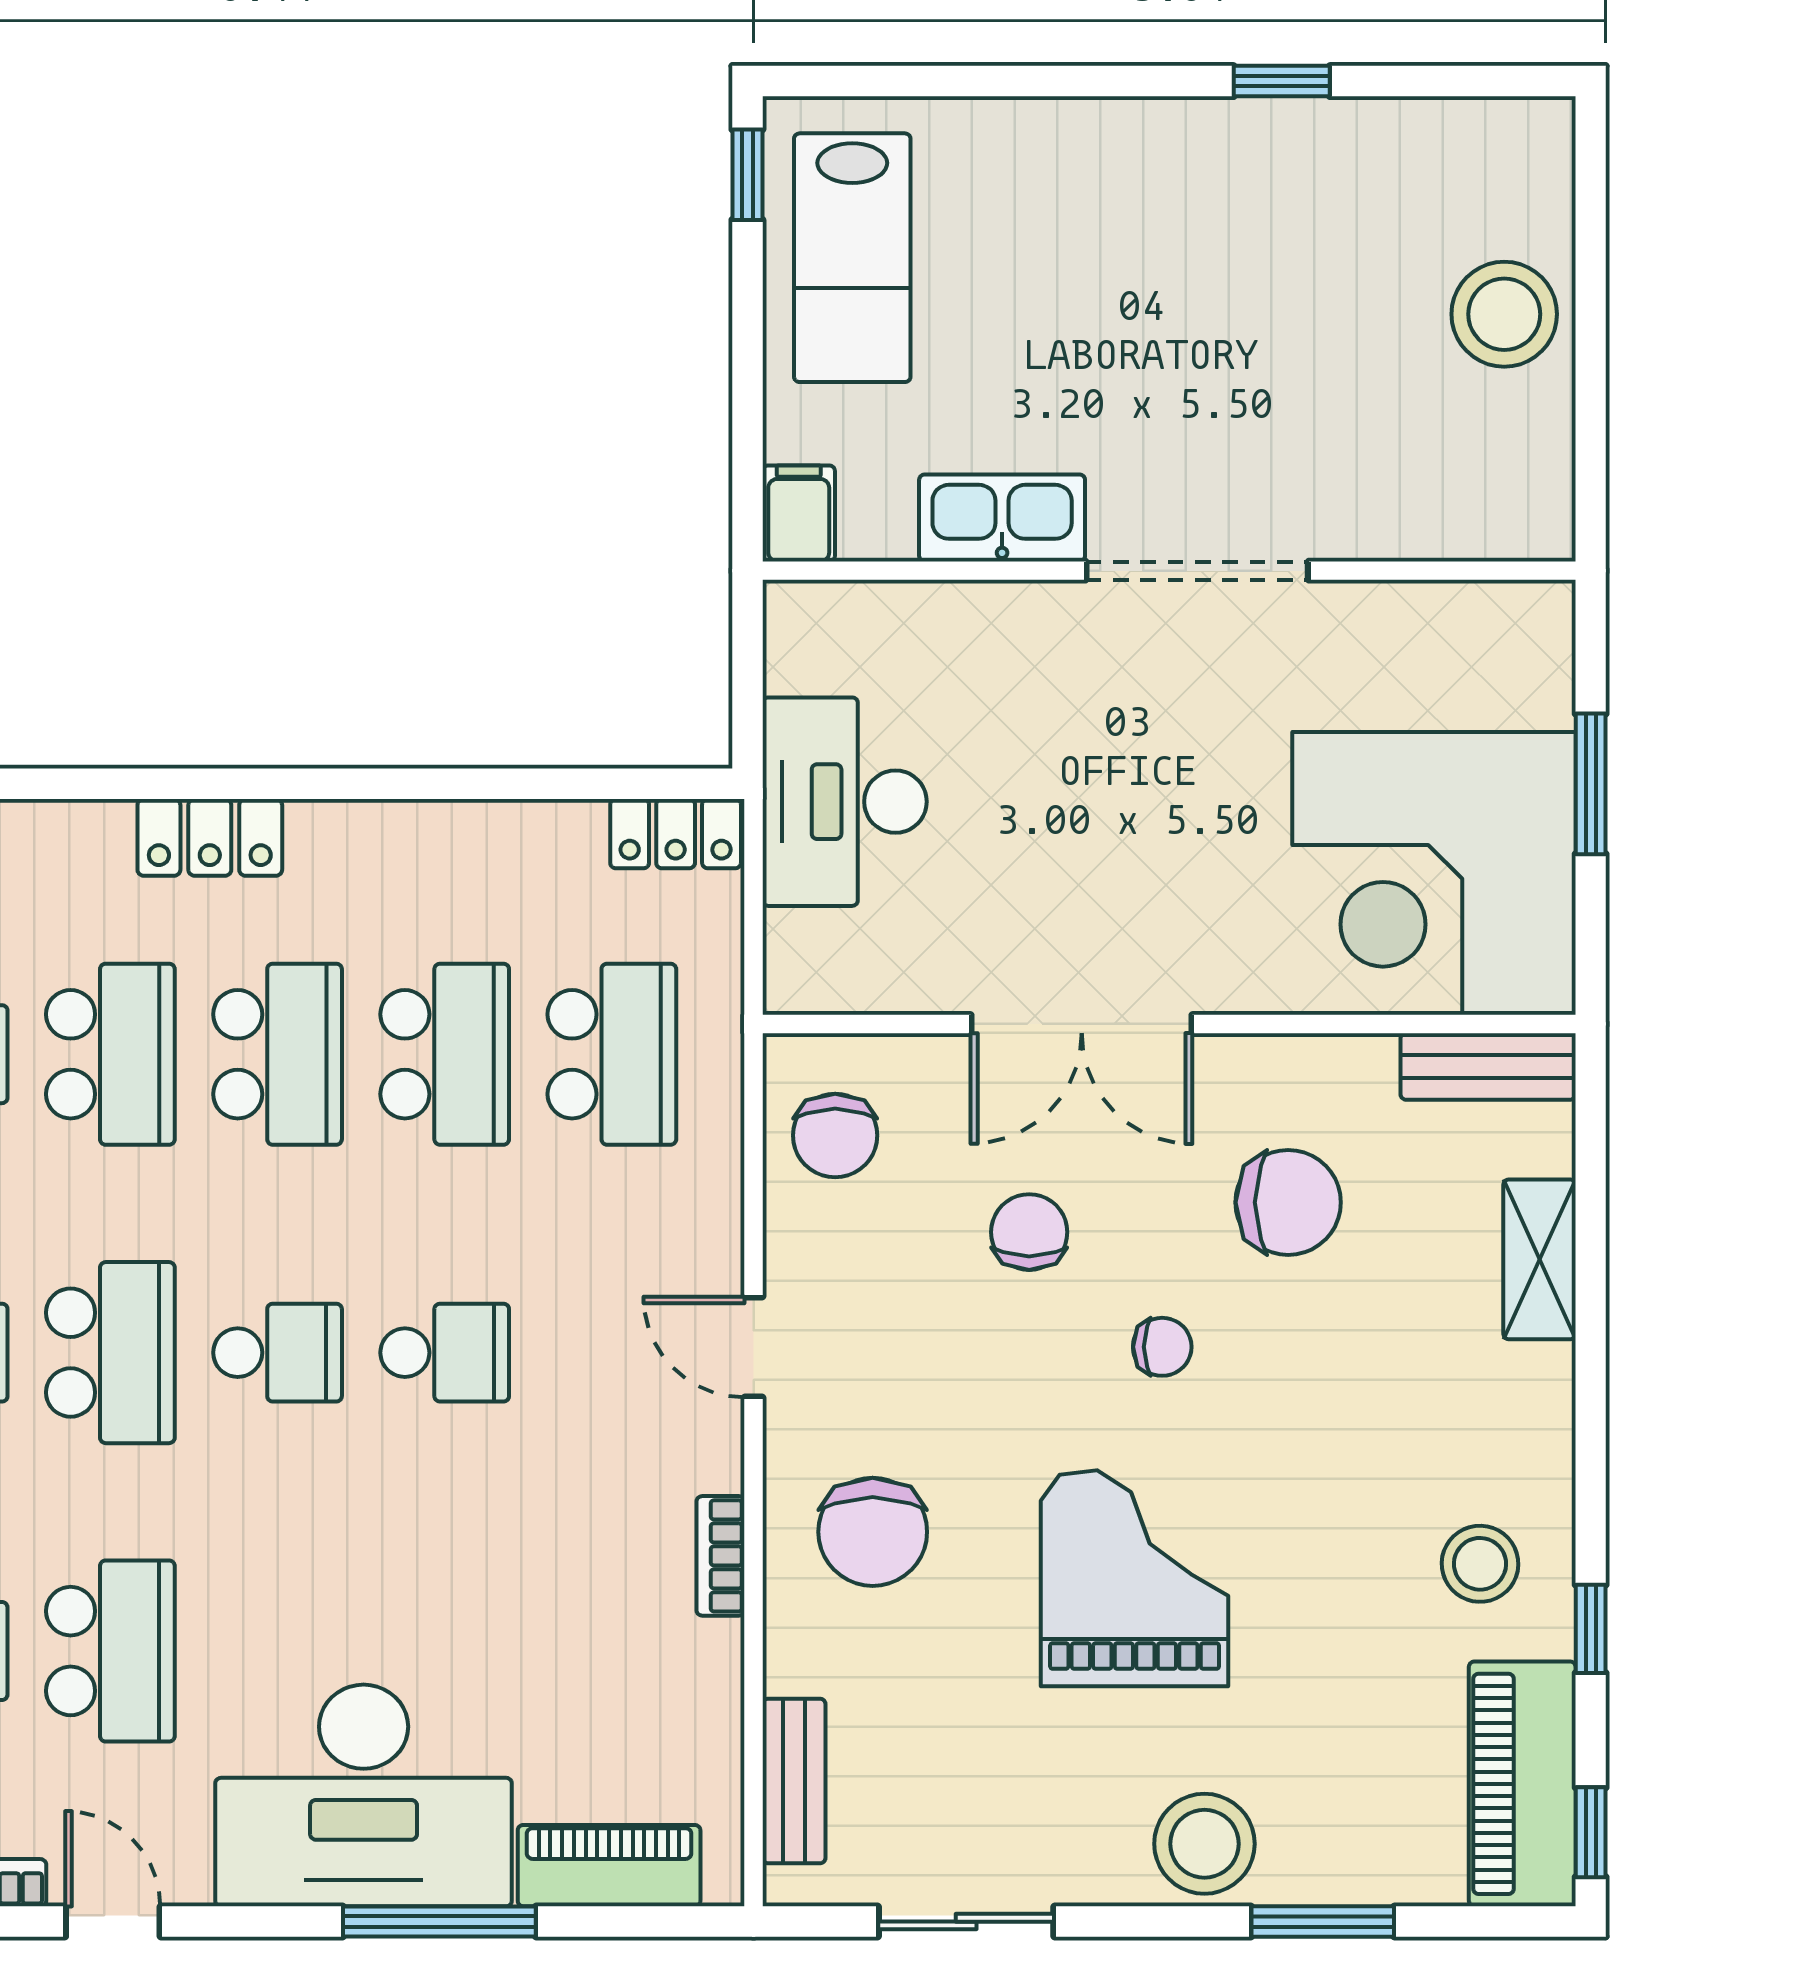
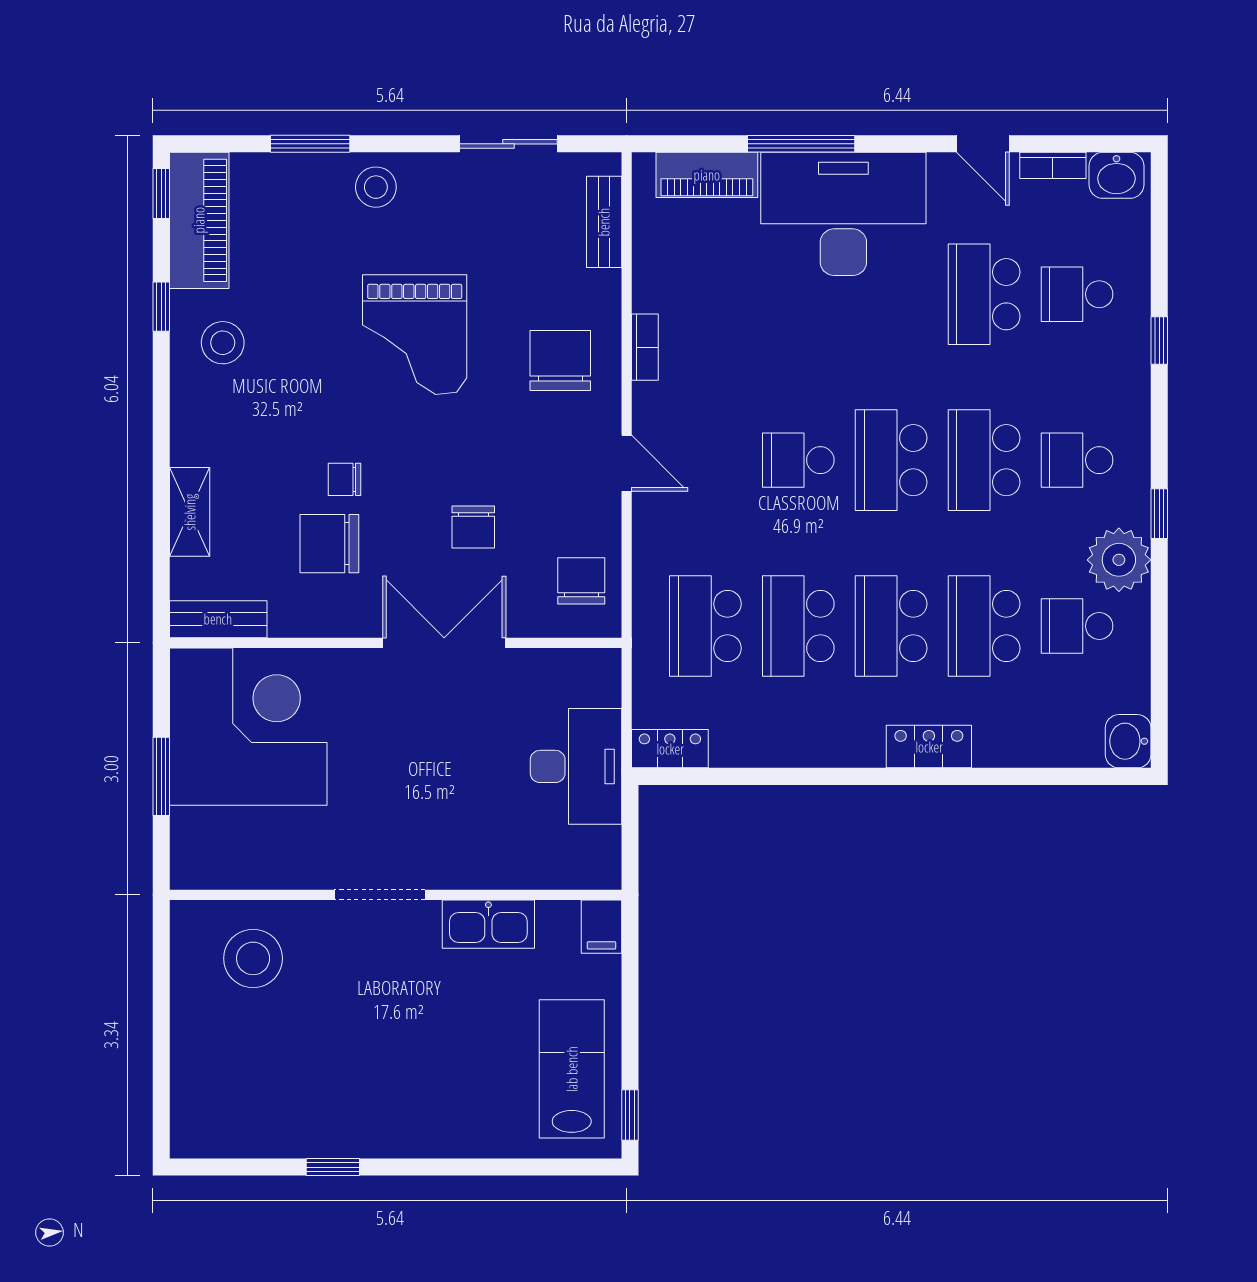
stool: (1504, 314) -> (253, 958), moved
doorway: (1197, 571) -> (380, 895), width x0.73
chair: (1162, 1347) -> (344, 479), moved
school desk: (278, 1353) -> (891, 460), width x1.85
stool: (1204, 1844) -> (376, 187), width x0.73, depth x0.73

